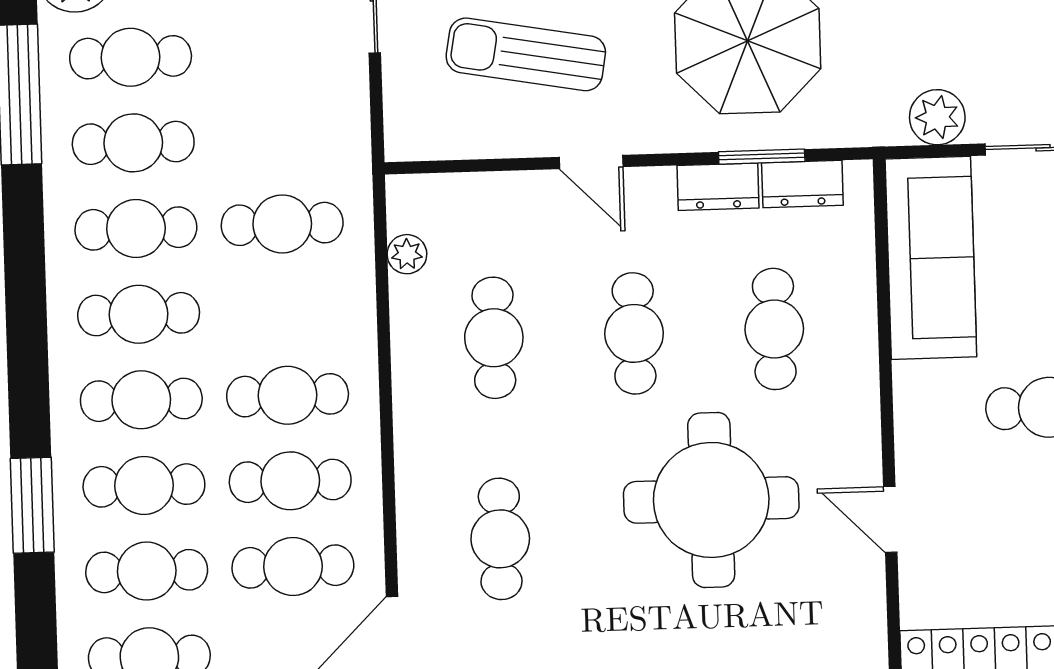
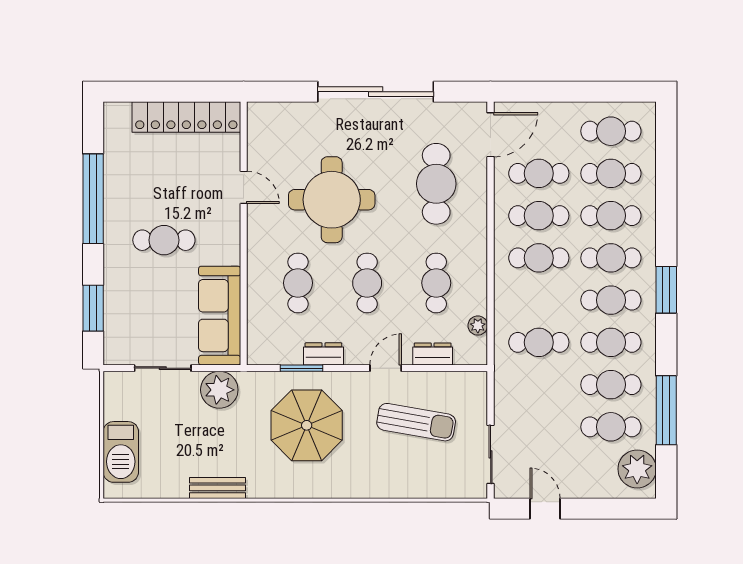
plant: (937, 117) -> (219, 390), width x1.36, depth x1.36
door: (591, 162) -> (386, 368), hinge flipped
dresser: (802, 184) -> (433, 354), moved
window: (32, 505) -> (666, 290), moved
cafe table: (500, 539) -> (436, 184), width x1.37, depth x1.35

